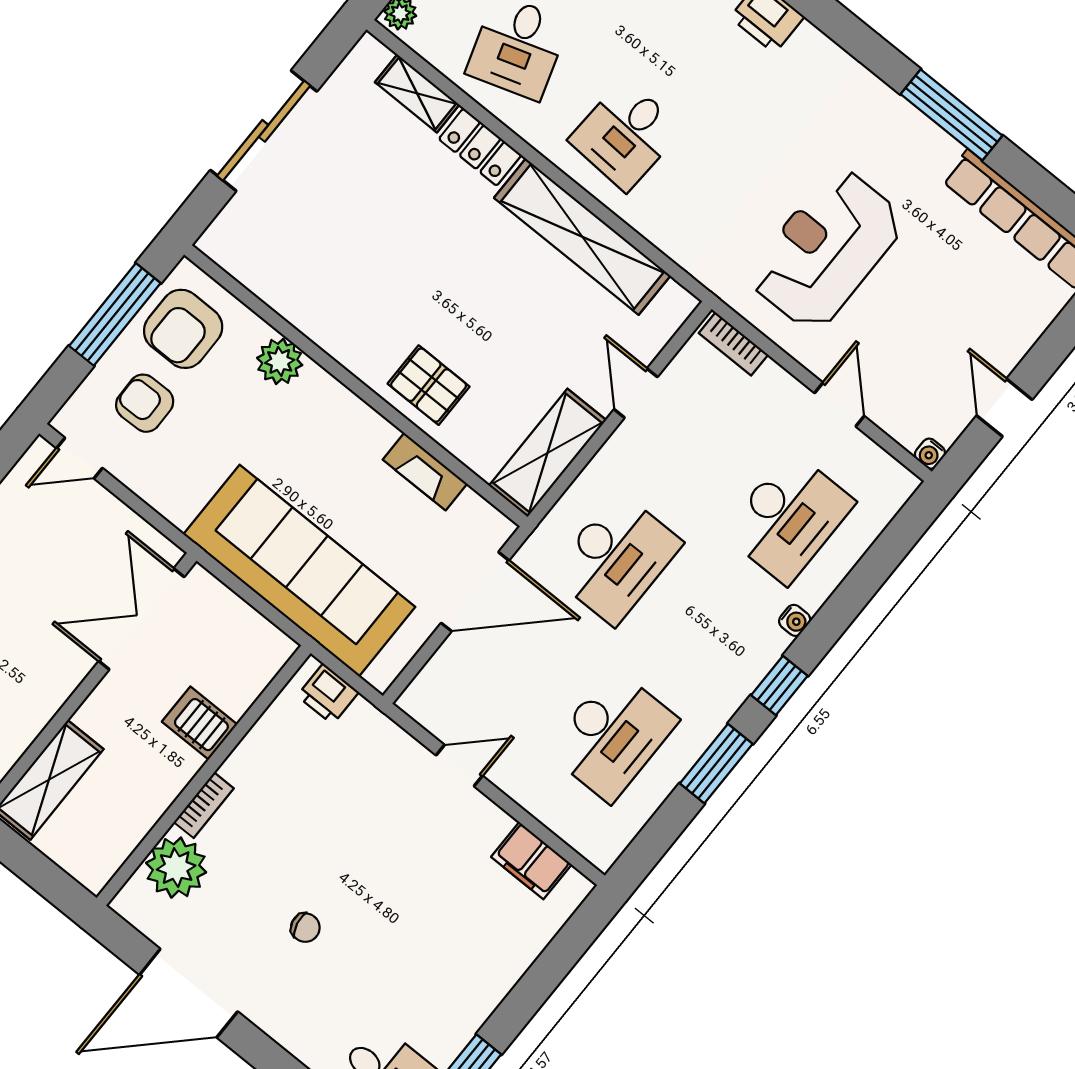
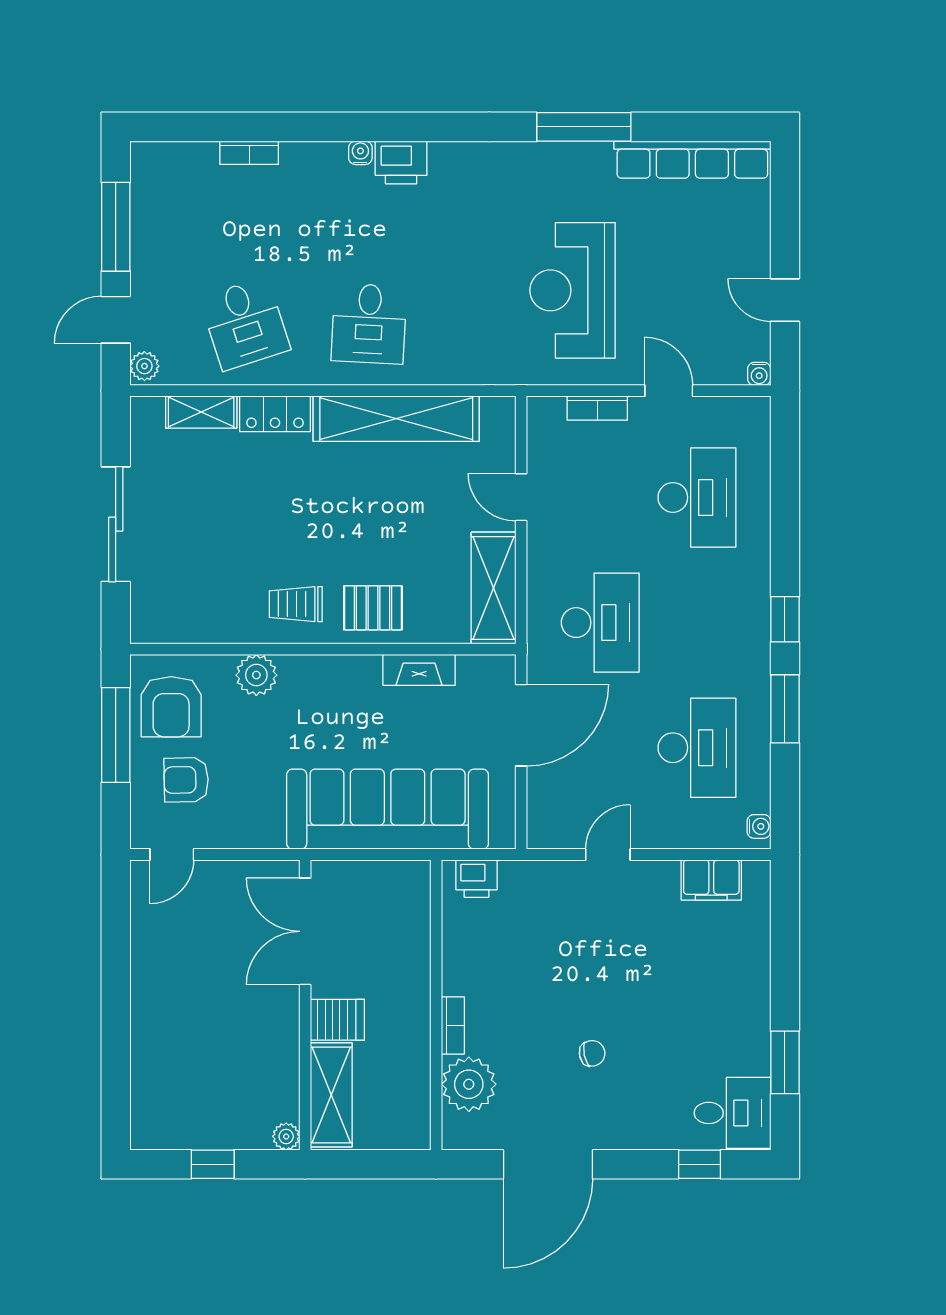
trolley: (364, 327) -> (296, 604), added
bookcase: (733, 344) -> (597, 408), moved
water cooler: (795, 620) -> (759, 826), moved
server rack: (200, 723) -> (337, 1020), moved, turned 180

